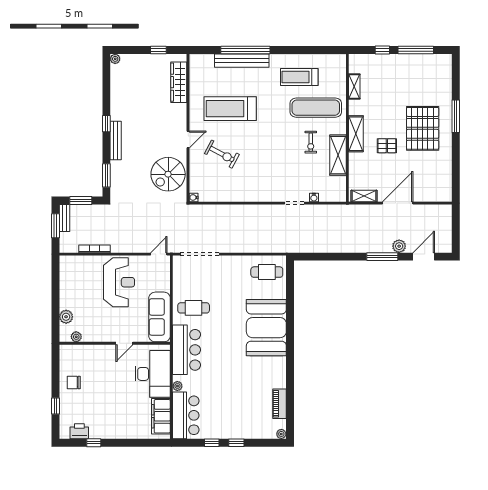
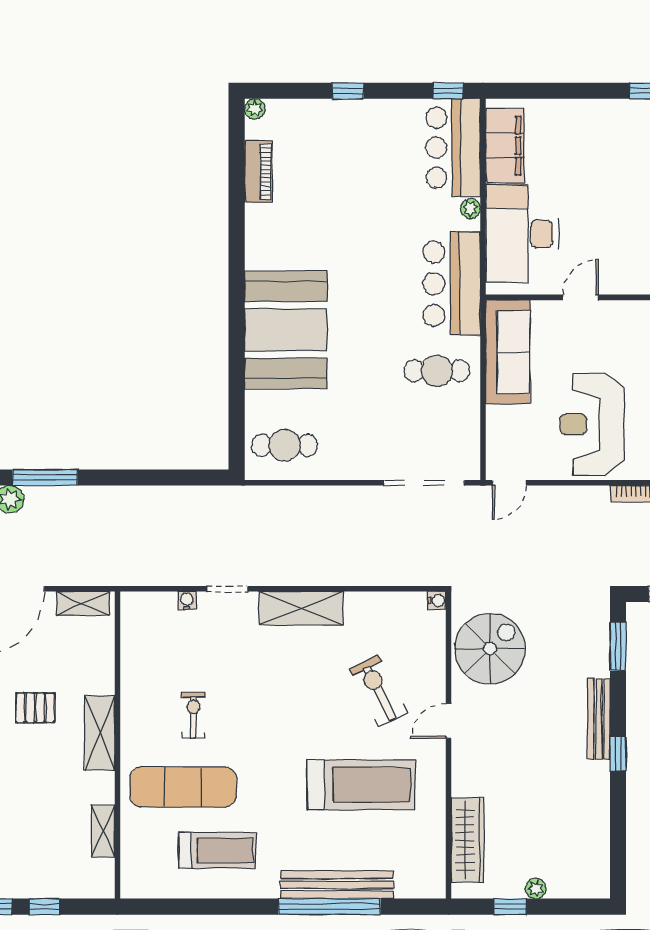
plant: (115, 59) -> (536, 888), moved
exercise bike: (222, 154) -> (378, 691), turned 35
shelving: (338, 155) -> (301, 608), moved, turned 90
window: (212, 443) -> (448, 91), moved

